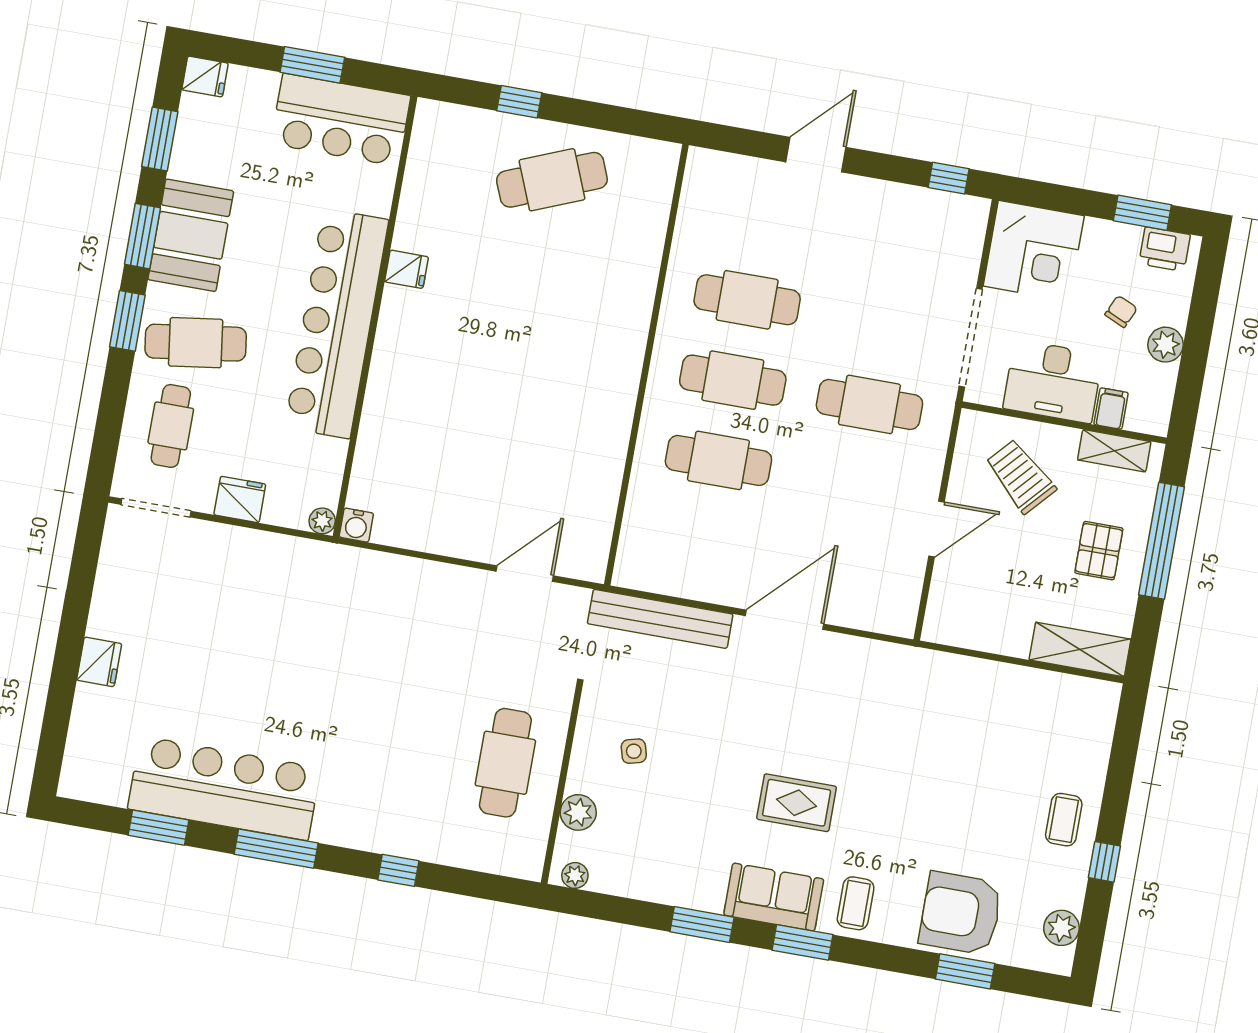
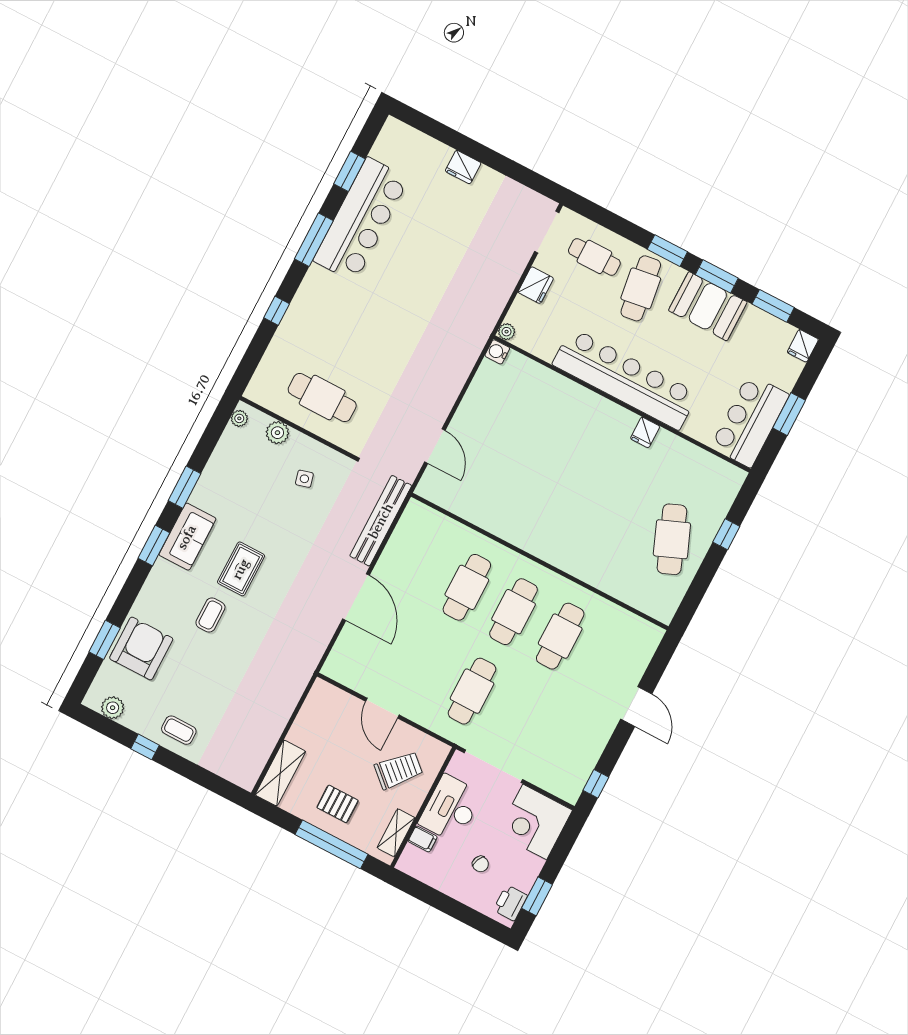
plant: (1166, 345) -> (451, 885), removed
coffee table: (856, 903) -> (210, 615), moved, turned 90

